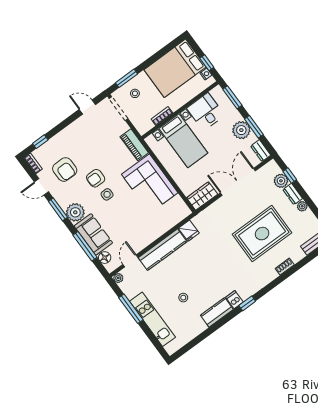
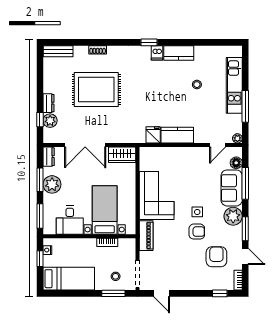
bed: (175, 68) -> (69, 279), width x0.67
plant: (302, 206) -> (48, 88), removed
kitchen counter: (163, 250) -> (177, 135), width x0.67

